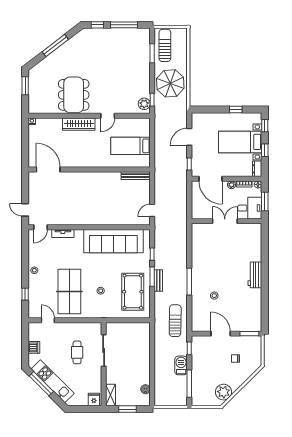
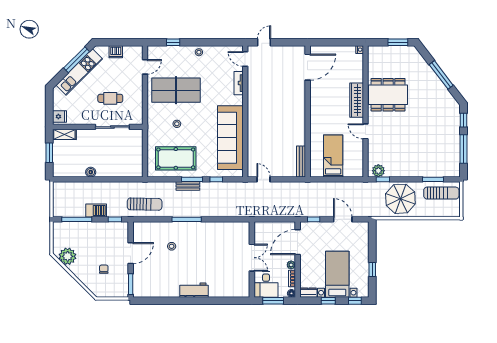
boiler: (145, 389) -> (91, 172), moved

